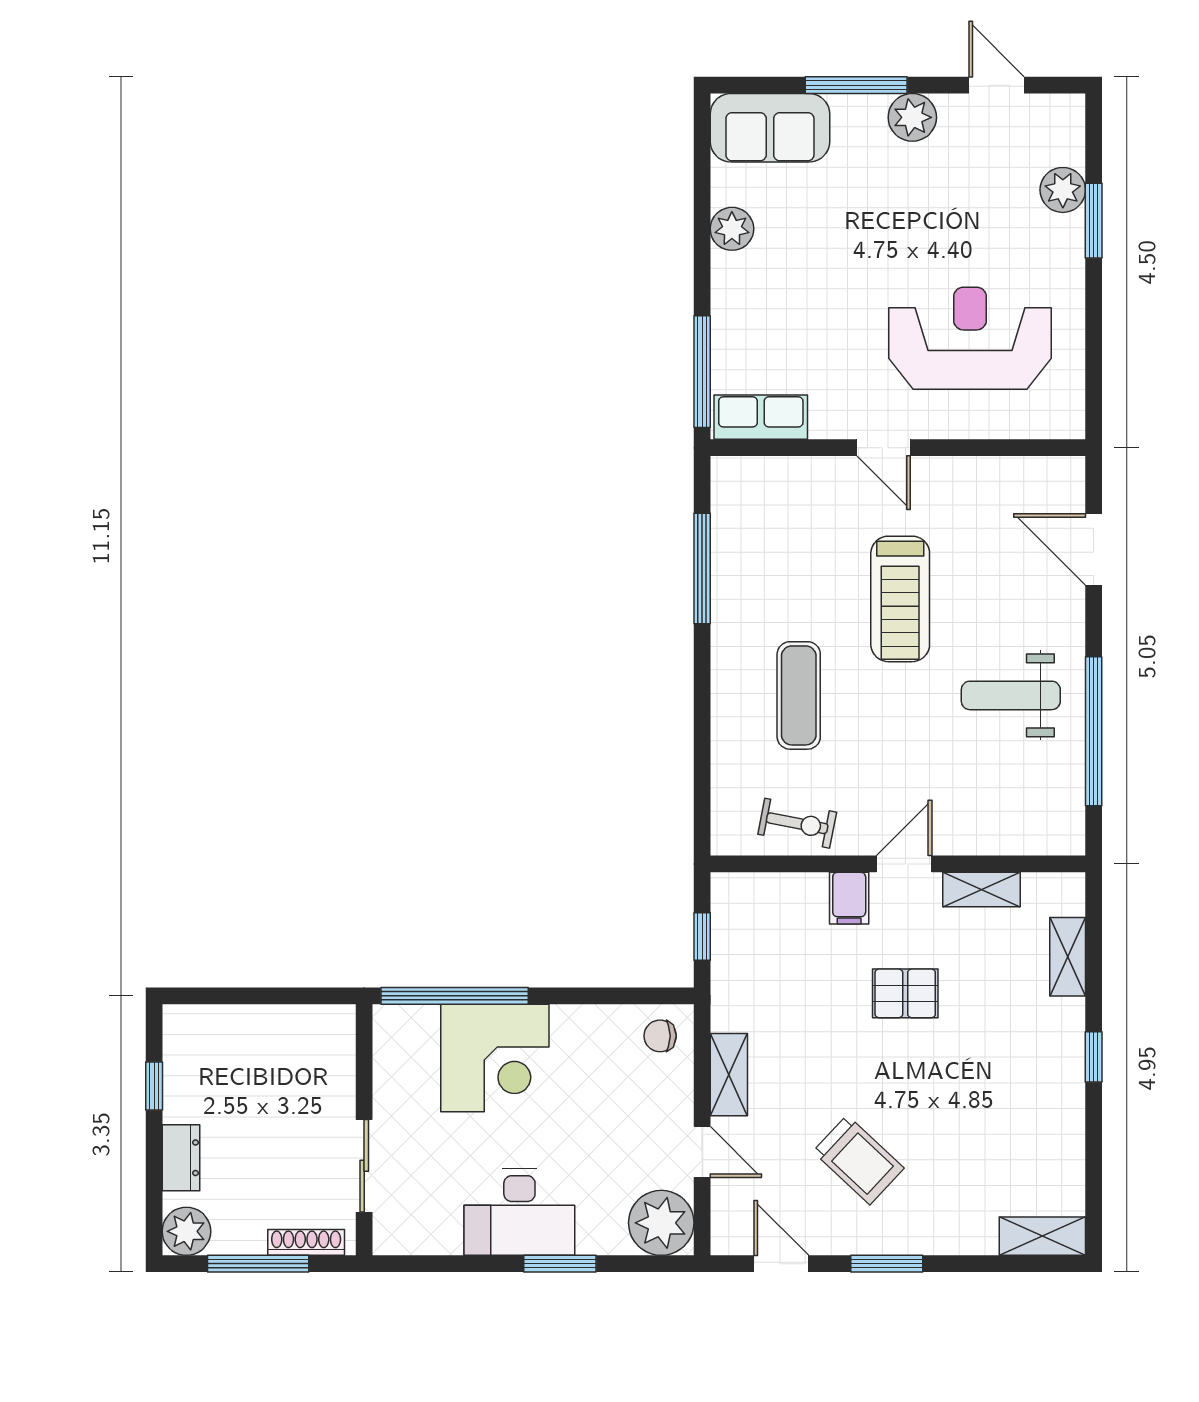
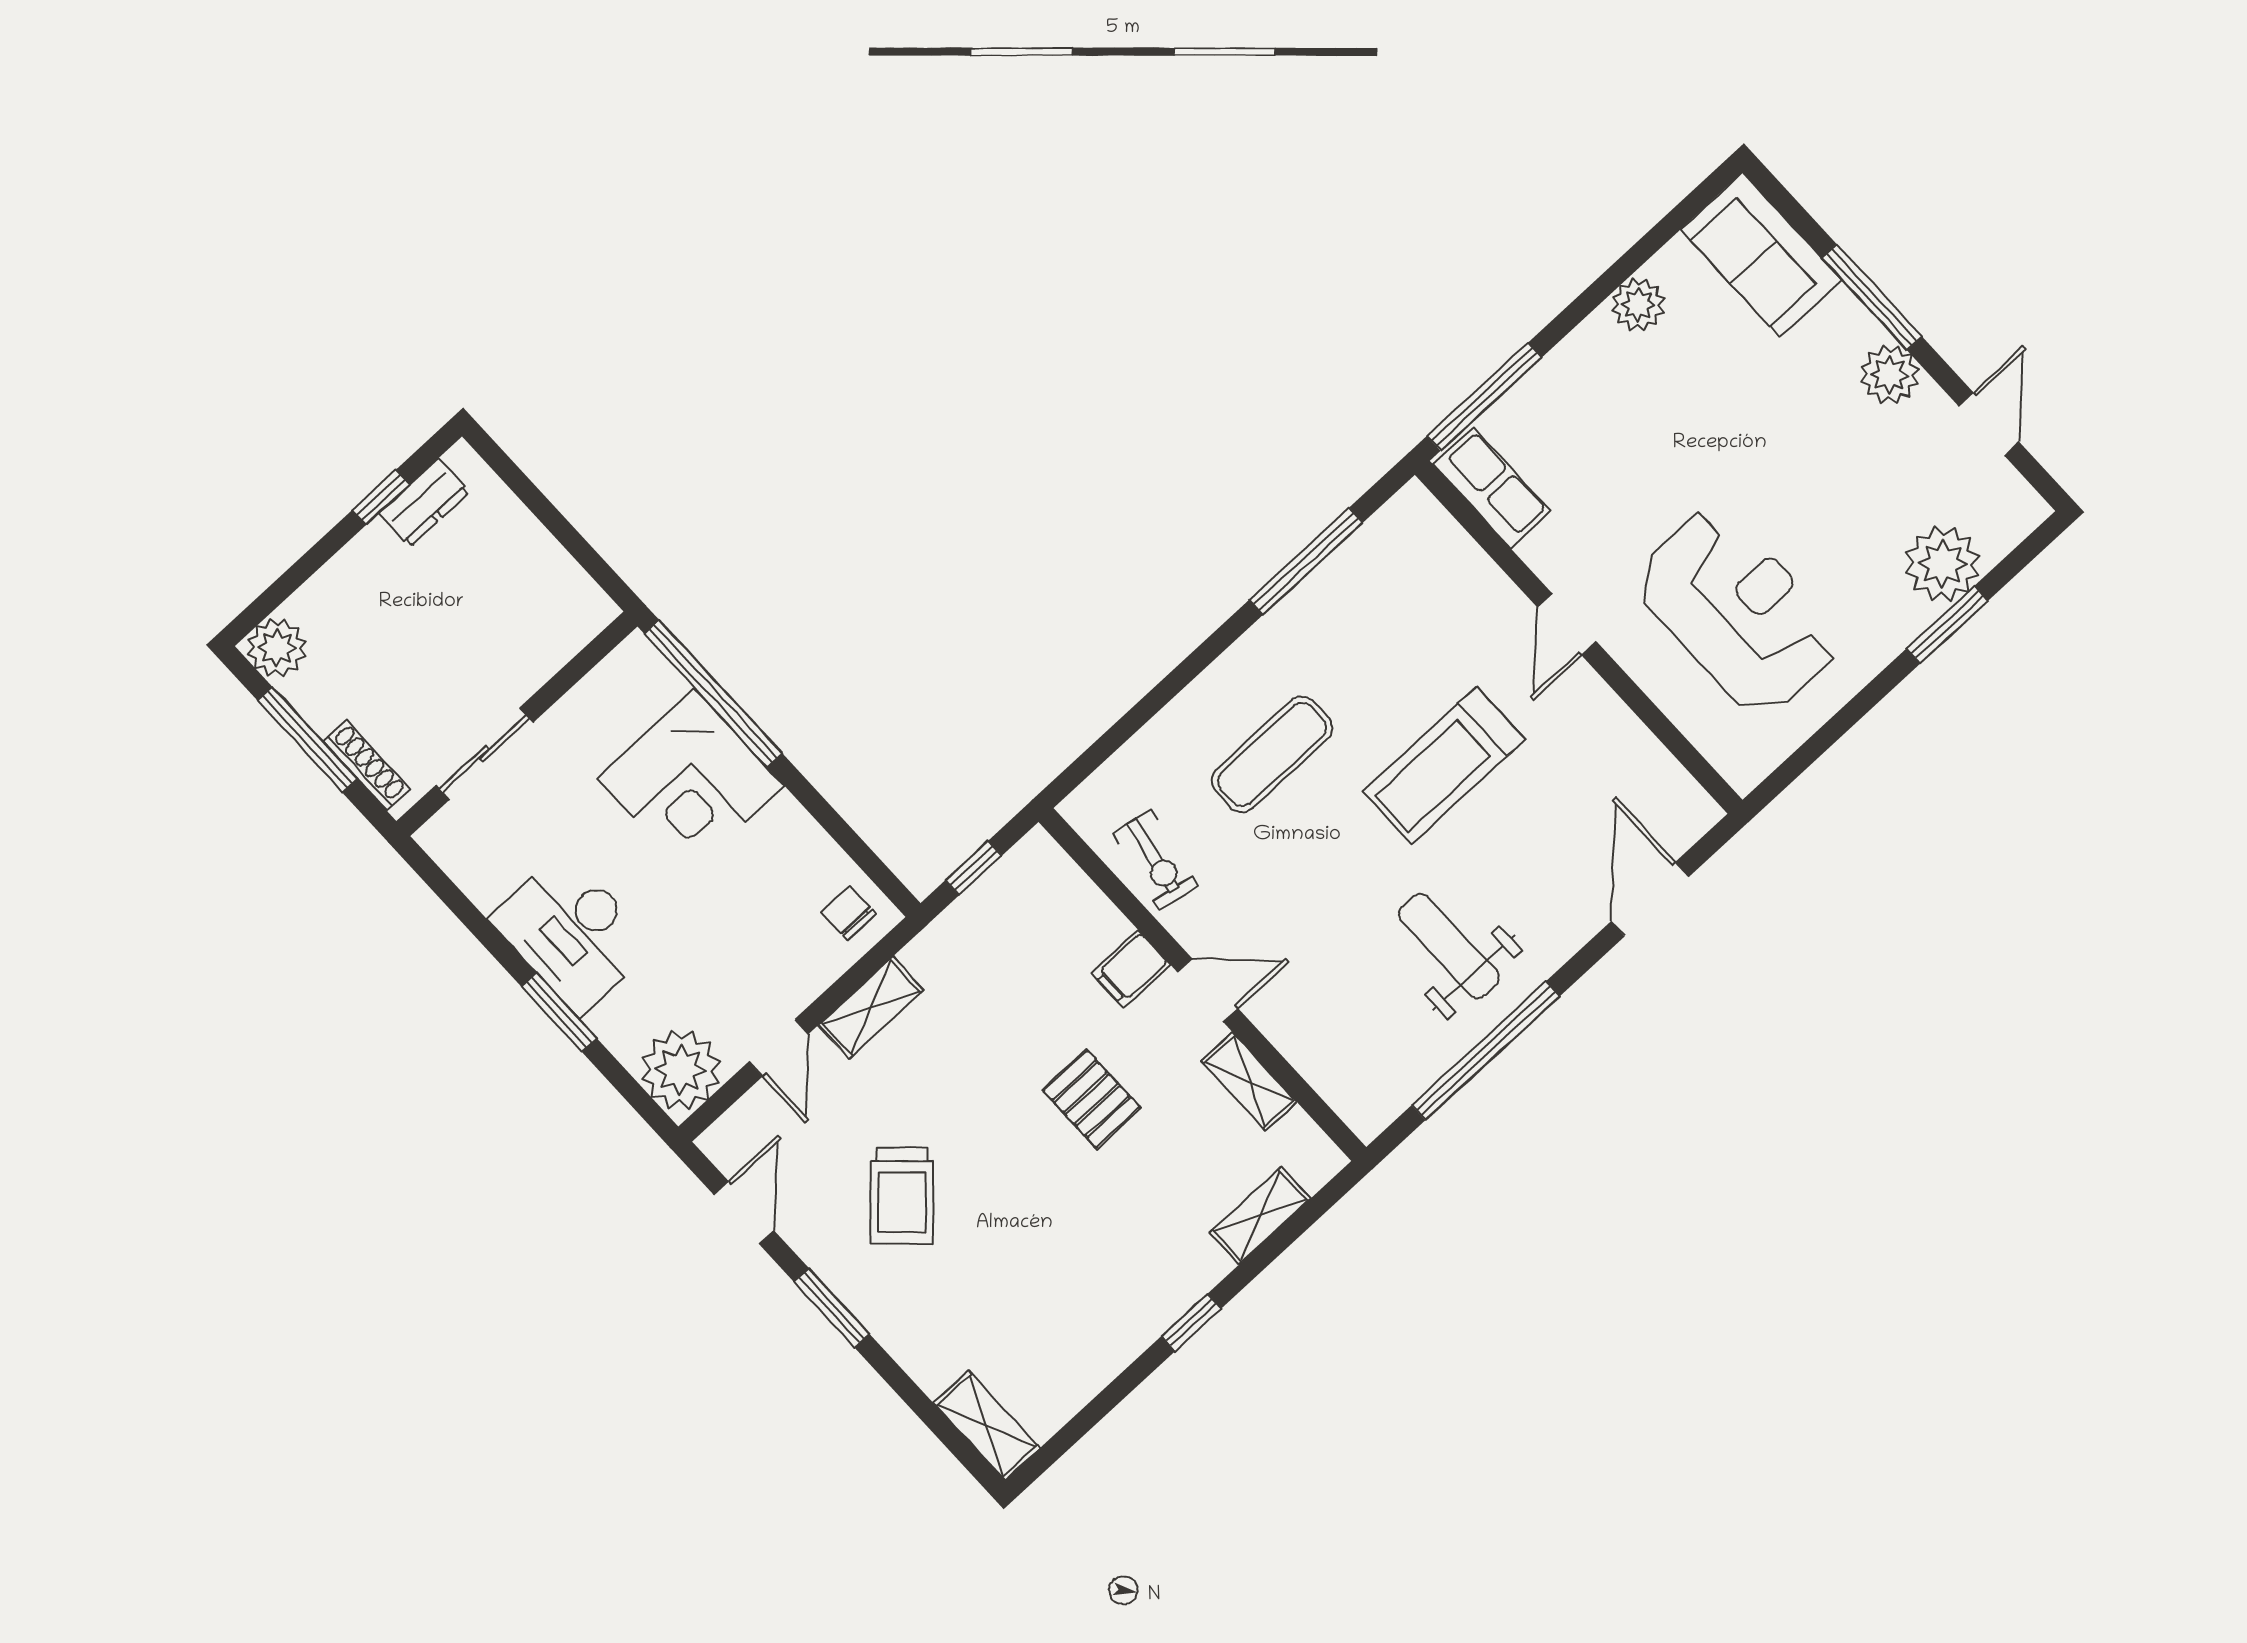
plant: (1063, 190) -> (1942, 564), width x1.36, depth x1.36
dresser: (181, 1158) -> (424, 503), moved

